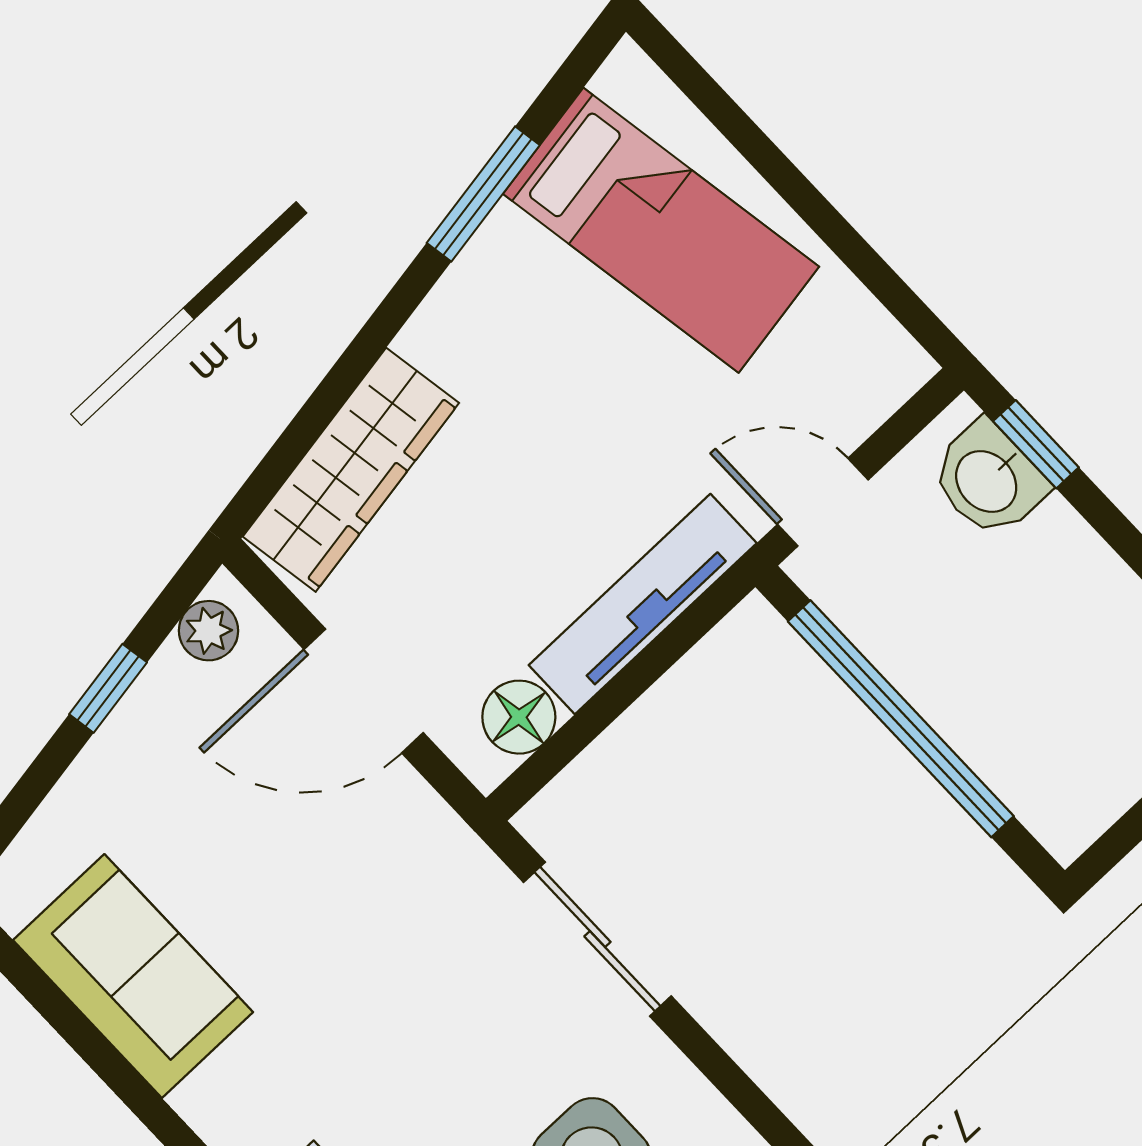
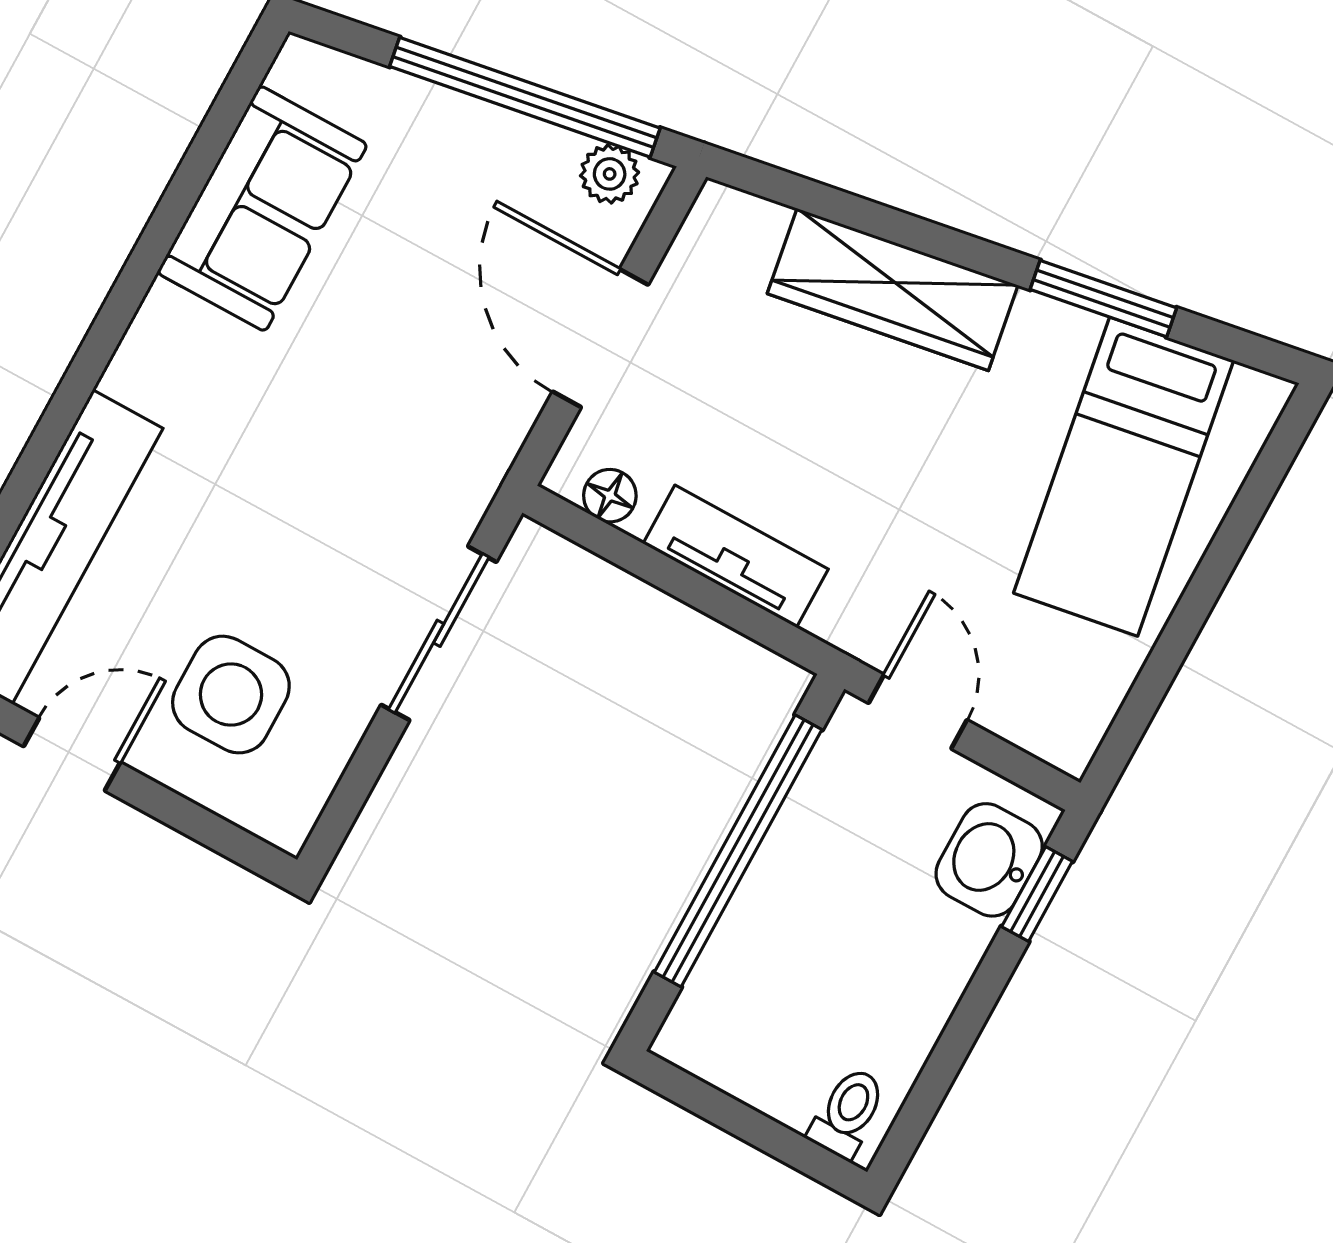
wardrobe: (351, 470) -> (893, 289), moved
tv unit: (643, 604) -> (736, 556), width x0.71
window: (108, 688) -> (525, 97), width x3.17
floor lamp: (519, 717) -> (610, 496), width x0.73, depth x0.73

